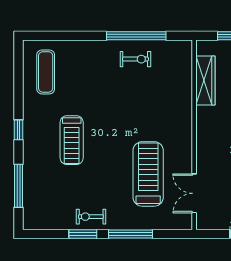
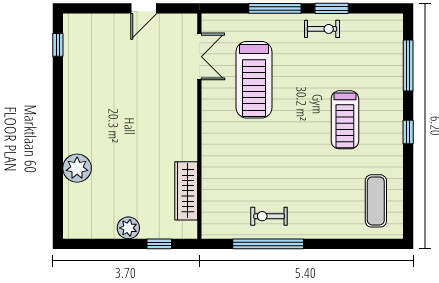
treadmill: (72, 140) -> (345, 120), turned 180

